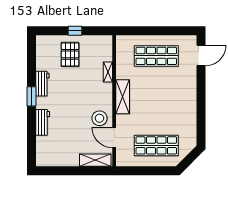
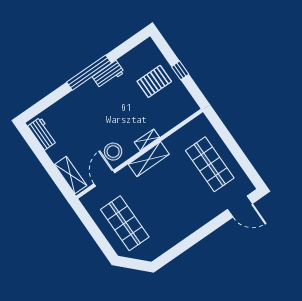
shelving: (108, 72) -> (147, 140), moved
window: (32, 96) -> (89, 73), width x2.11
workbench: (43, 122) -> (42, 134), moved, turned -90

